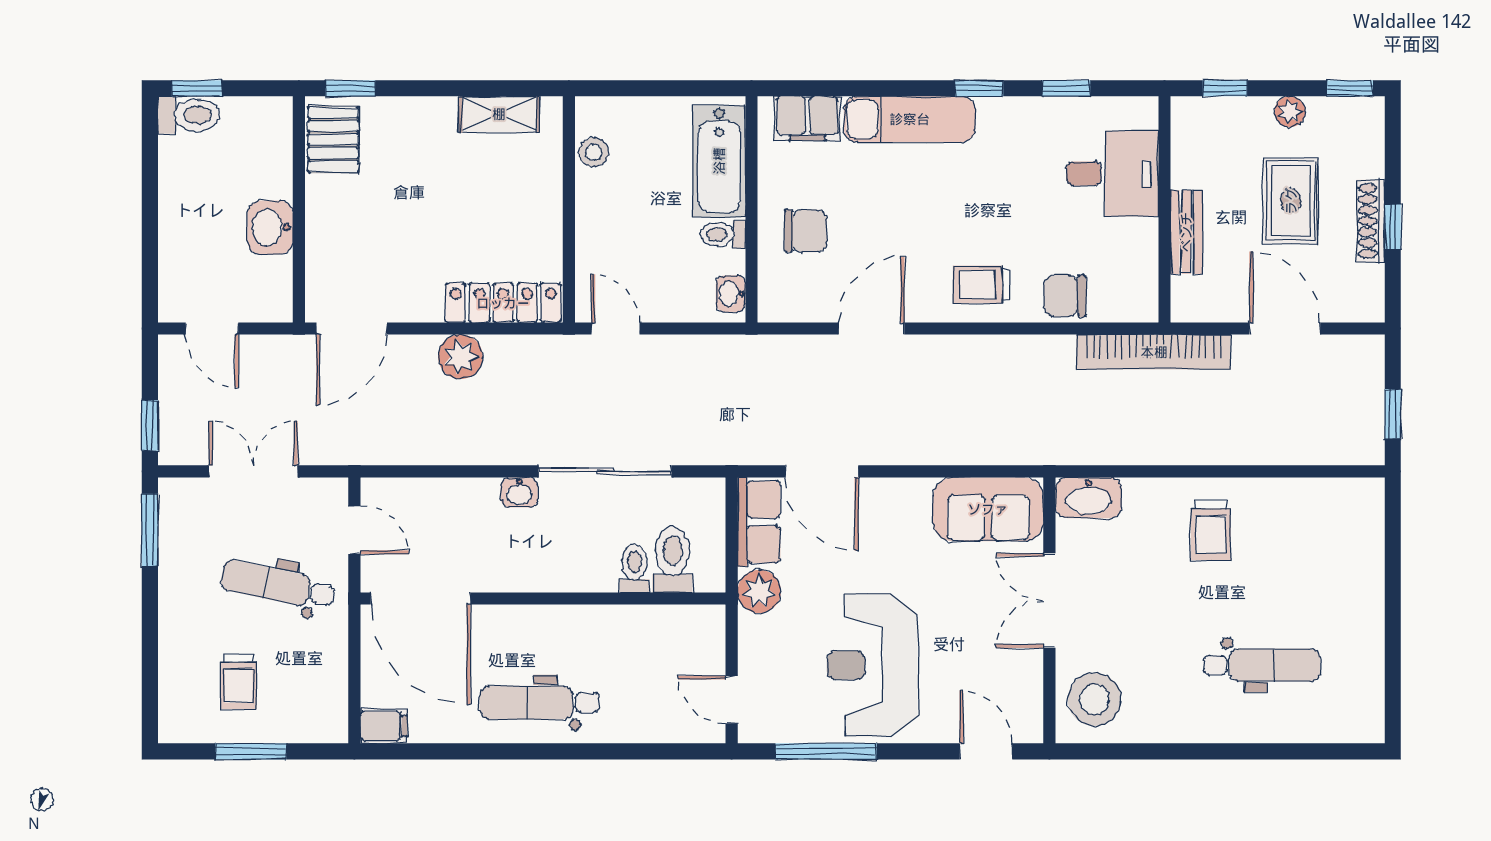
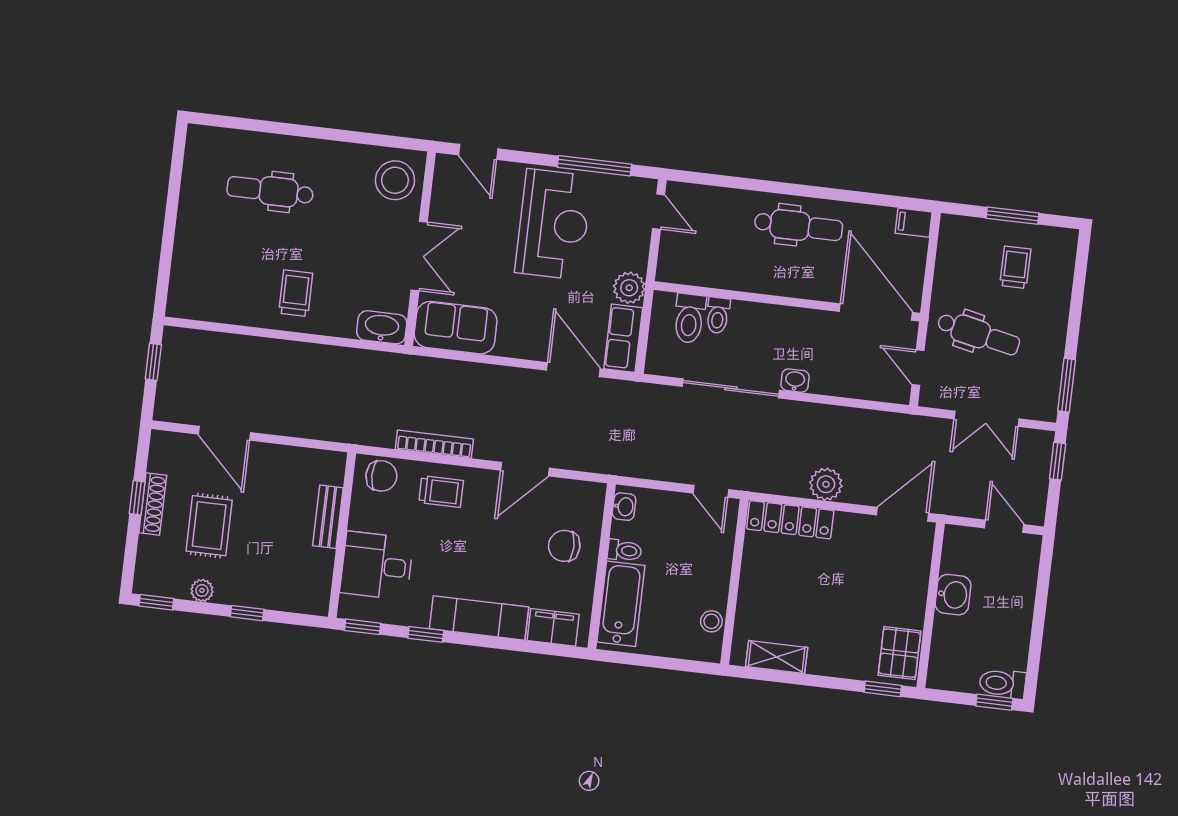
desk: (1112, 174) -> (377, 566), moved
wall: (1164, 209) -> (342, 535), moved
bench: (1186, 232) -> (328, 517), moved
bookcase: (1154, 352) -> (434, 444), moved, width x0.68, depth x0.76

